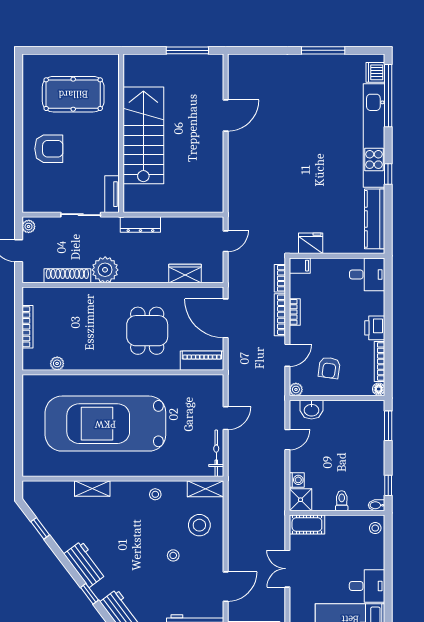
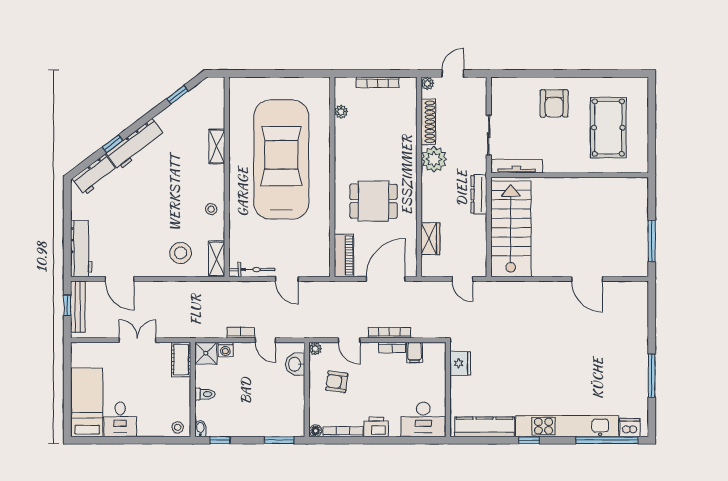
stairs: (143, 135) -> (511, 229), moved, turned -90
tv unit: (112, 194) -> (517, 166), width x1.41
plant: (29, 226) -> (427, 83), moved
filing cabinet: (300, 266) -> (415, 352), moved
desk: (367, 274) -> (423, 419), width x1.37
bookcase: (280, 278) -> (241, 333), moved
stool: (173, 555) -> (151, 227), removed
workbench: (85, 564) -> (136, 144), width x1.37

